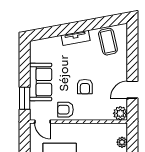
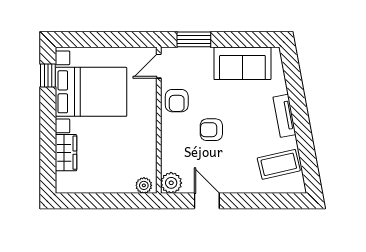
sofa: (41, 82) -> (242, 63), moved
armchair: (65, 110) -> (177, 101), turned 180
plant: (122, 142) -> (144, 185), moved

